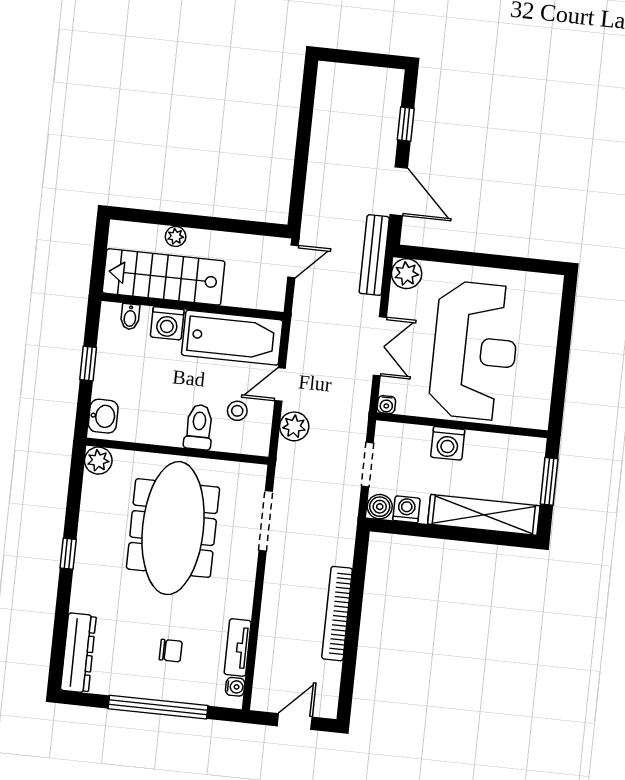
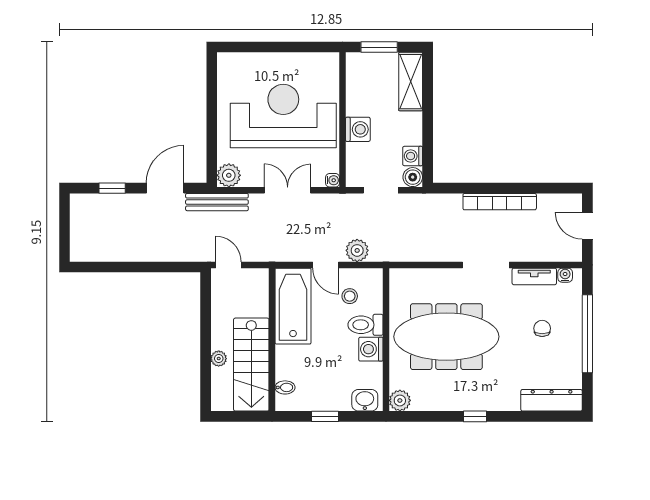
washing machine: (167, 323) -> (371, 349), moved, turned 180
shelving: (484, 515) -> (411, 82), width x0.68
doorway: (266, 521) -> (486, 265), moved

